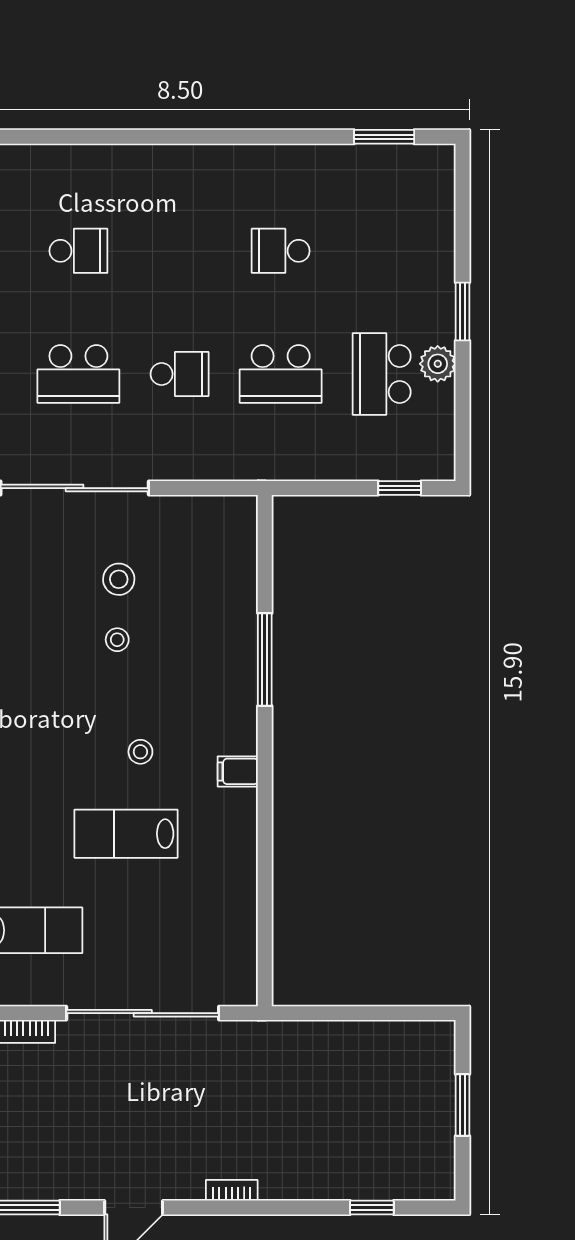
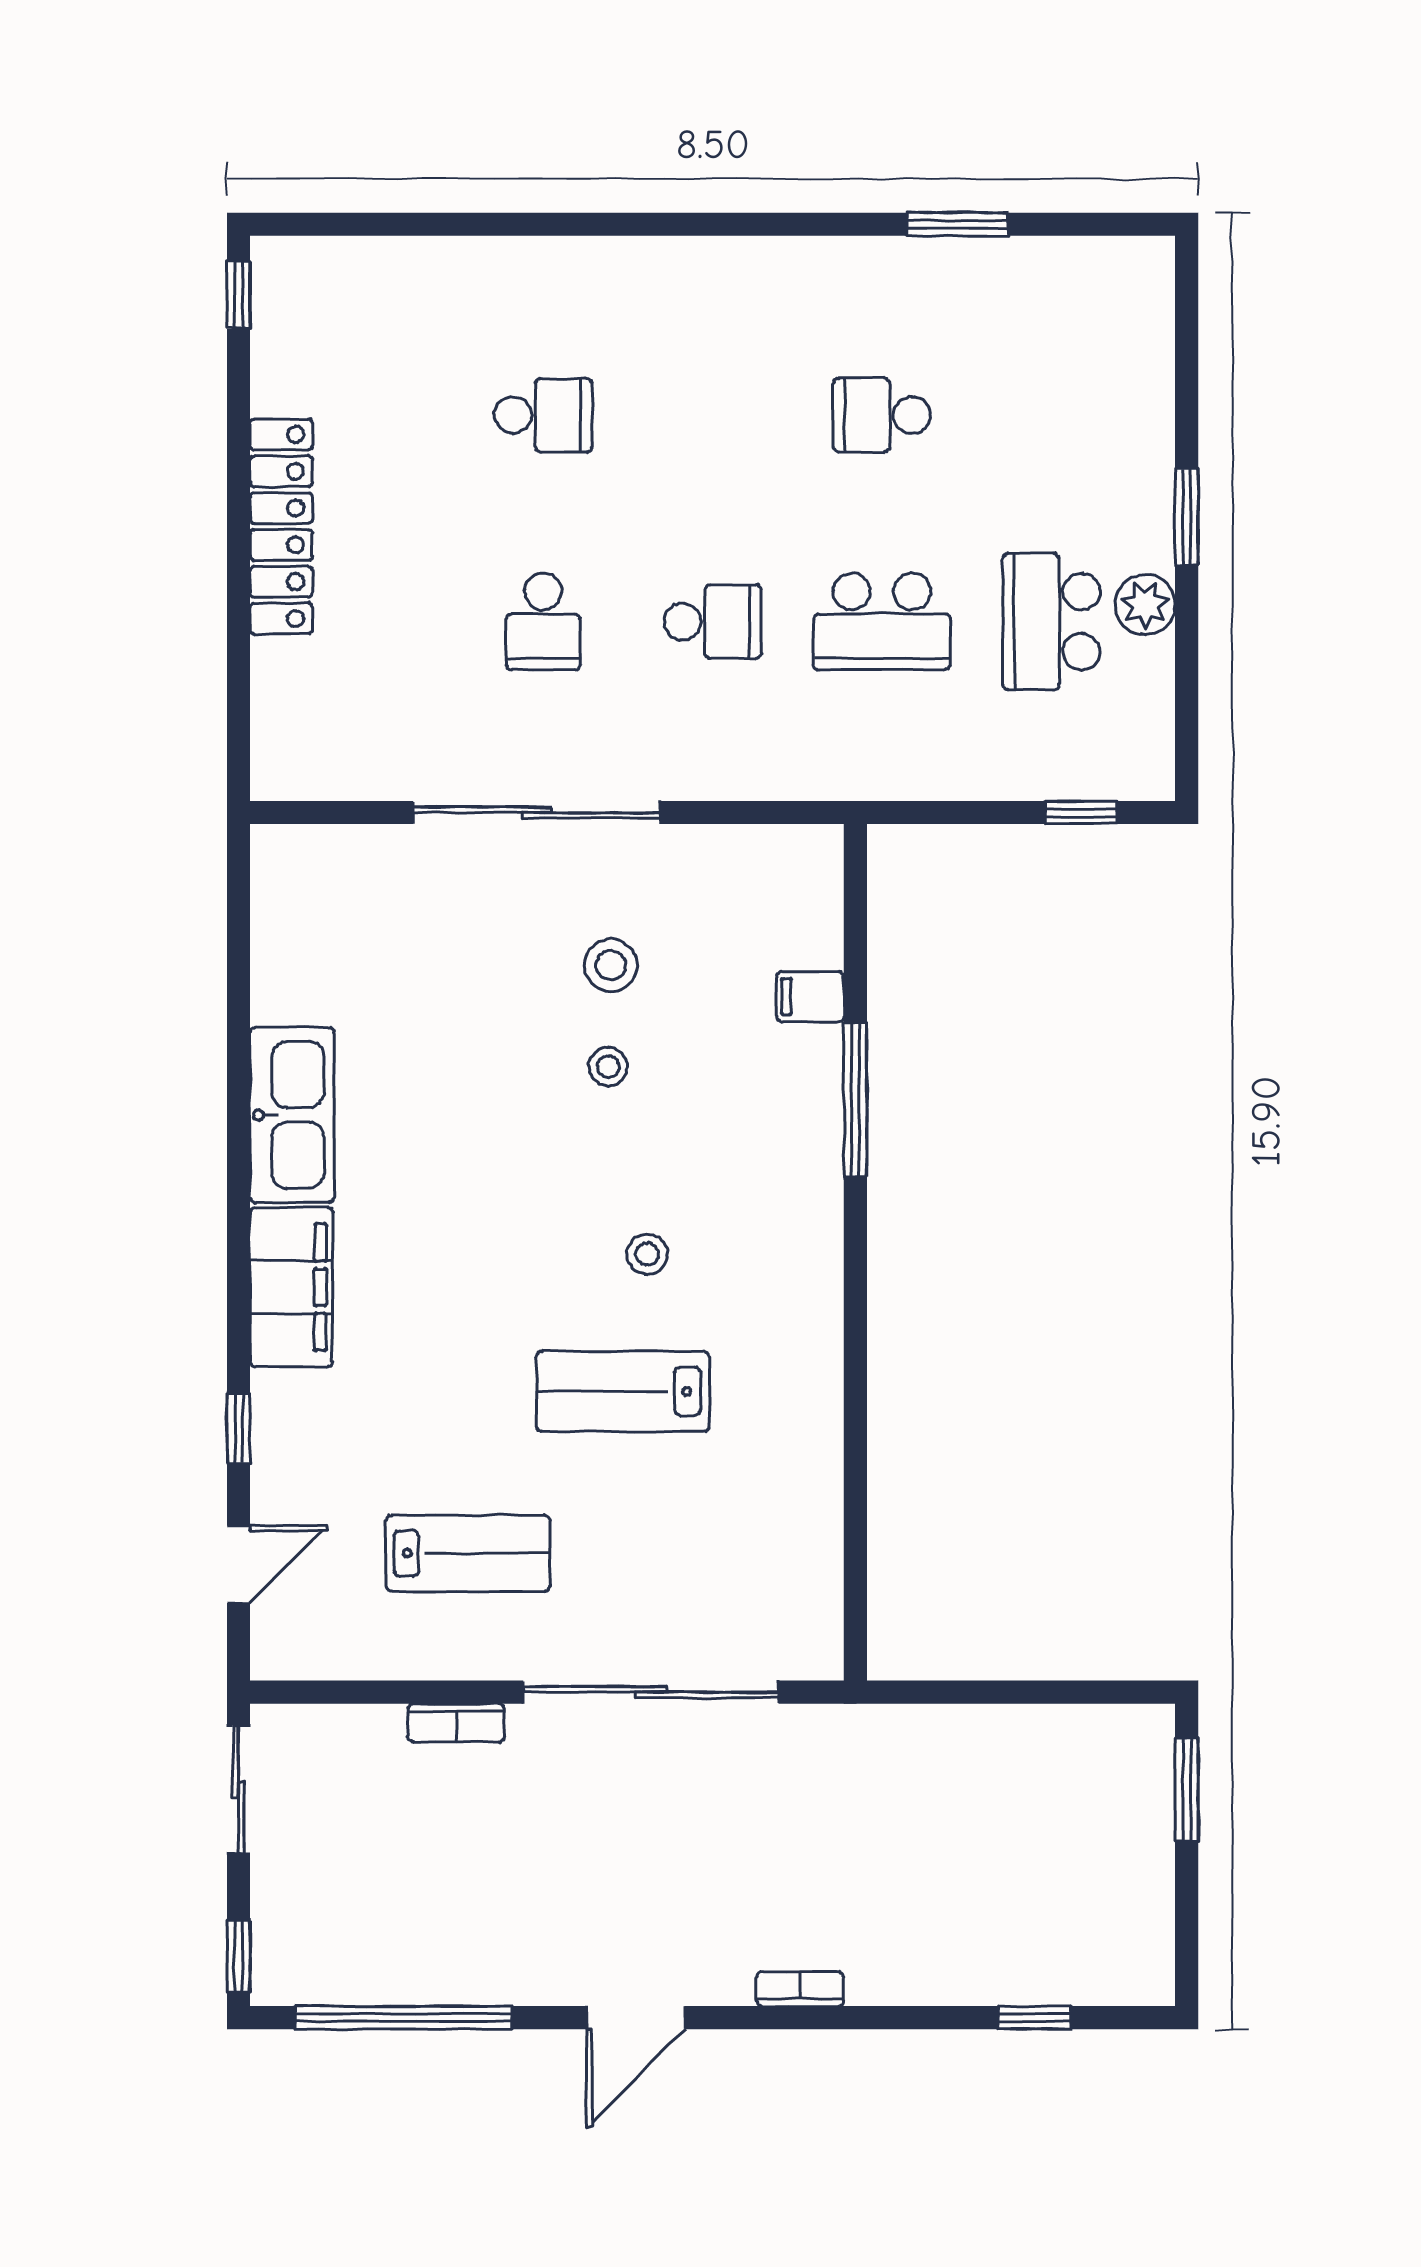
window: (384, 137) -> (958, 224), moved
school desk: (78, 374) -> (543, 622), width x0.54
filing cabinet: (238, 771) -> (810, 997), moved
window: (463, 1105) -> (1187, 1790), moved

